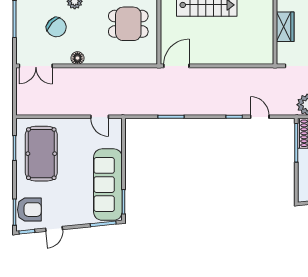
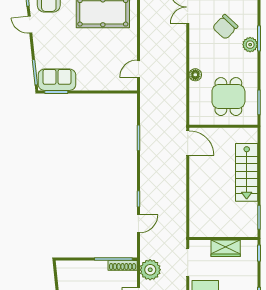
floor lamp: (77, 58) -> (195, 75), moved
sofa: (108, 185) -> (57, 80), width x0.54, depth x0.79

